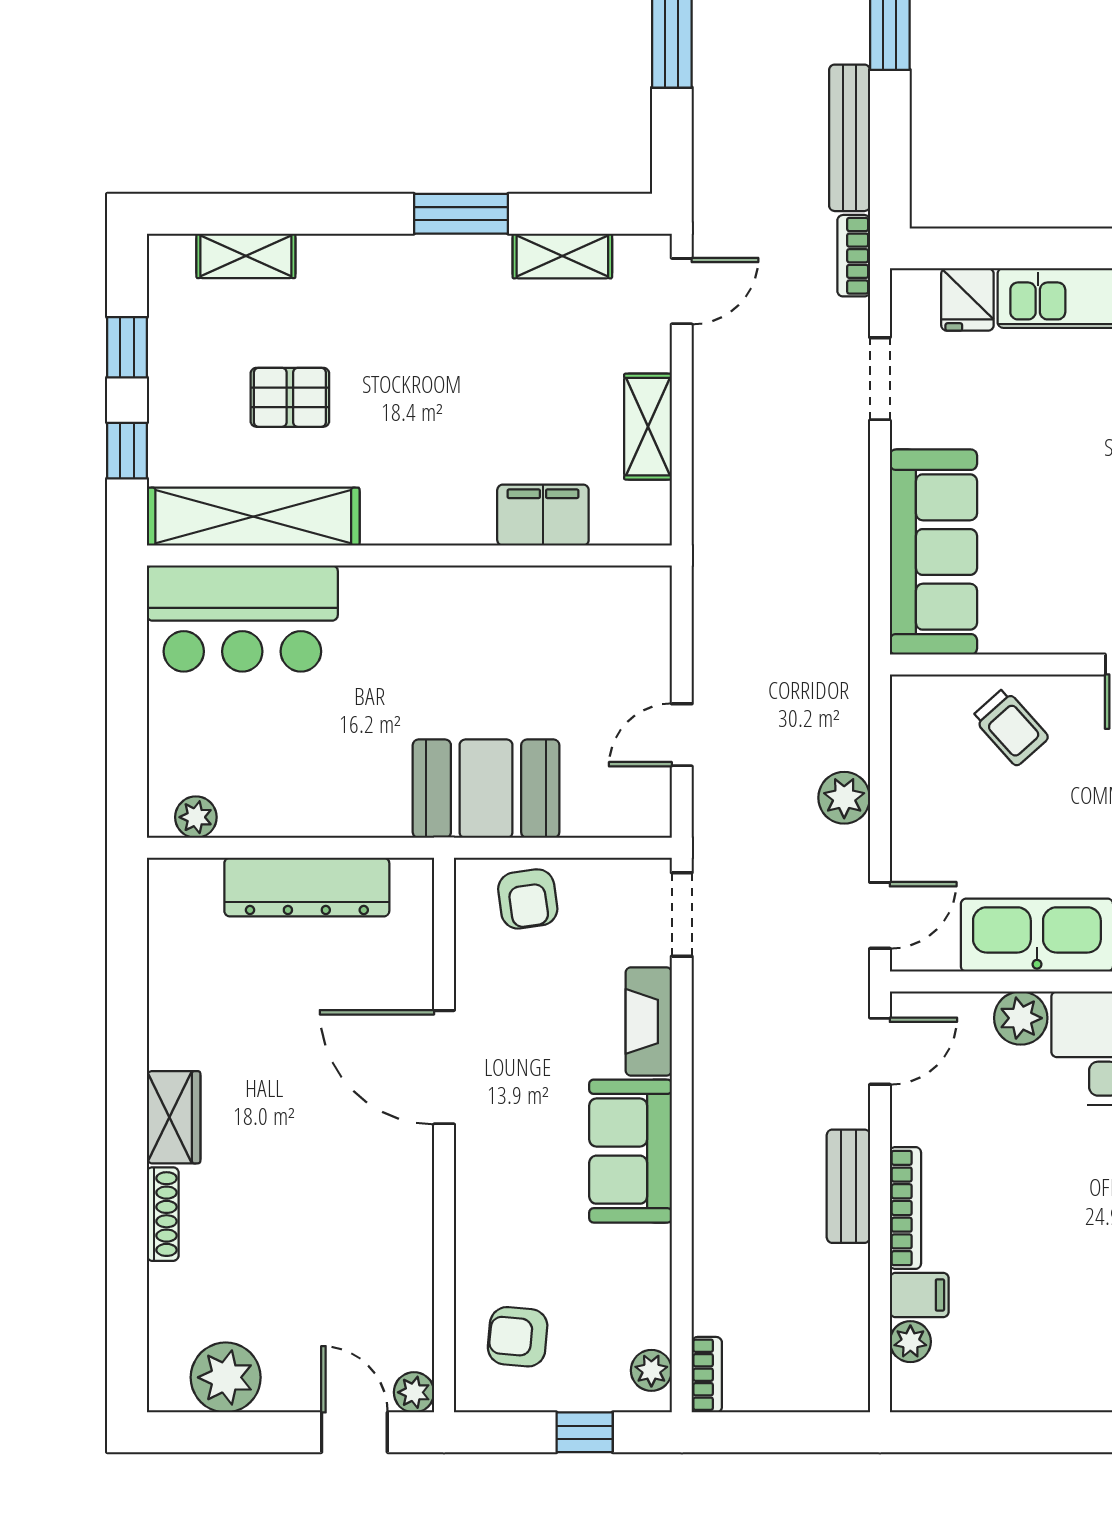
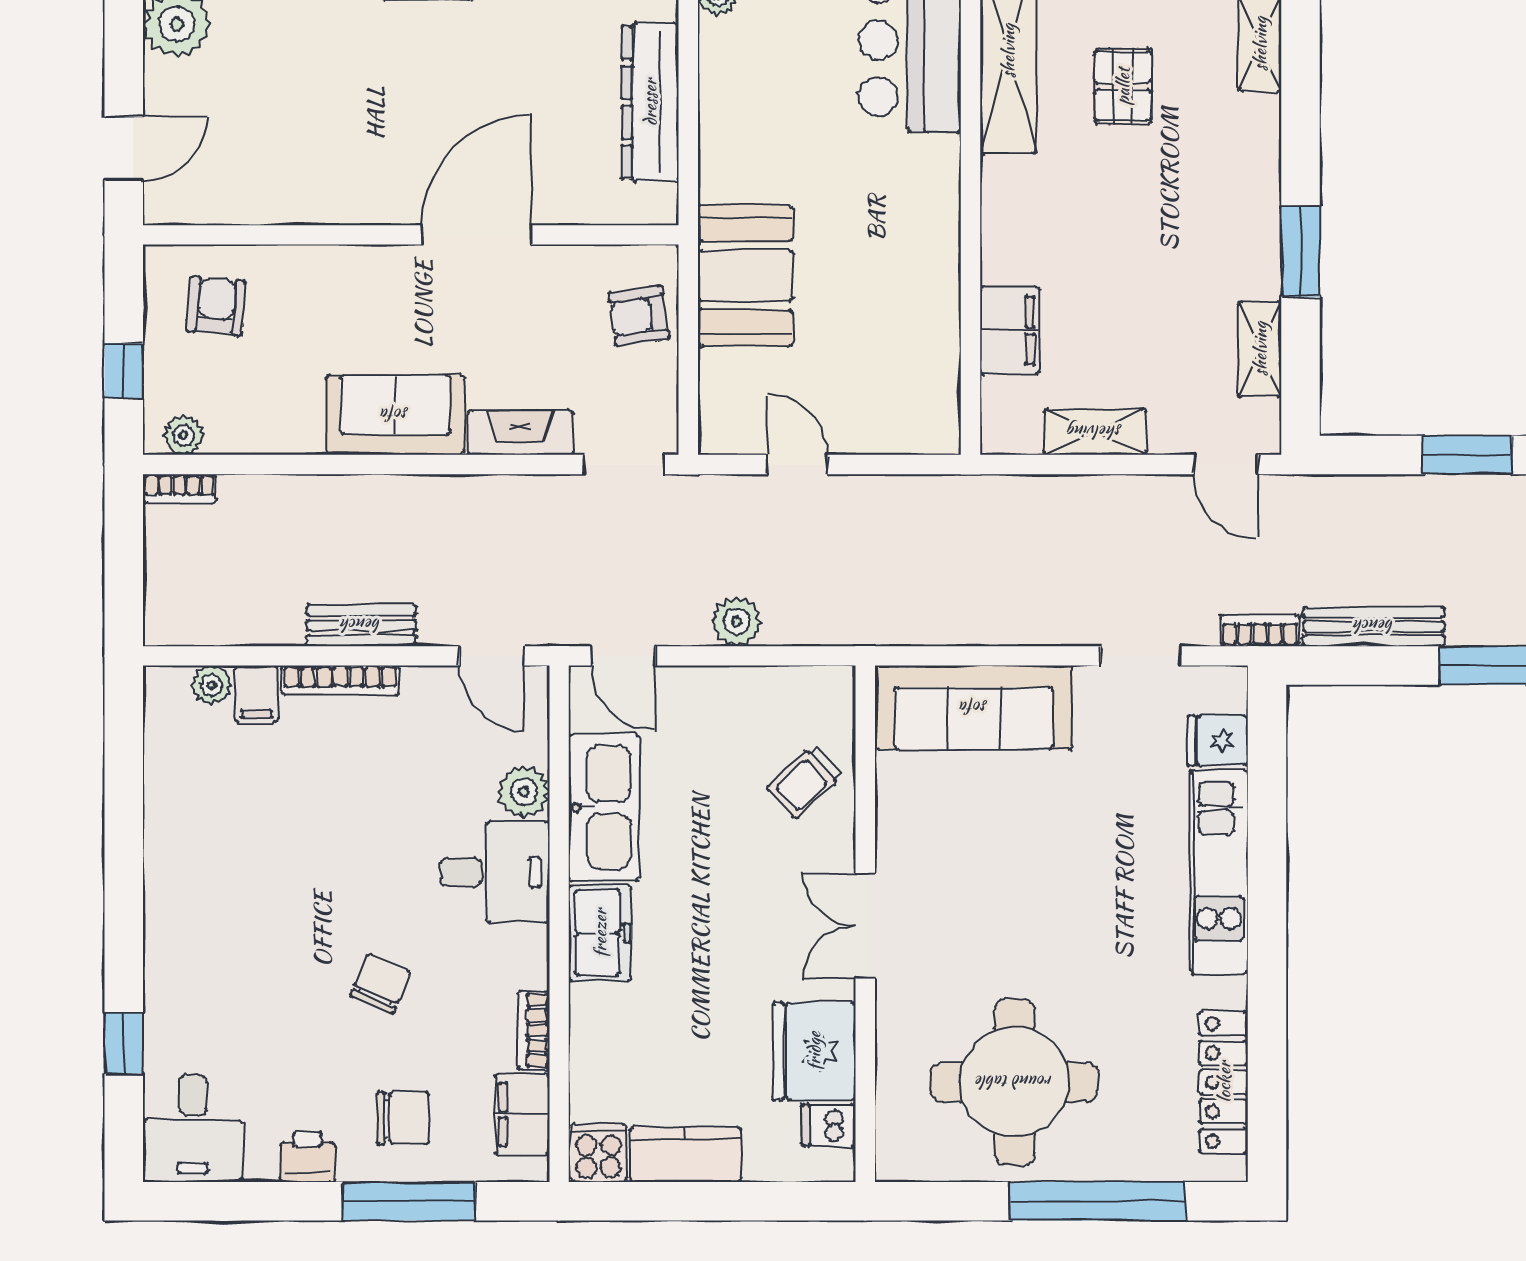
plant: (414, 1392) -> (162, 206), removed

